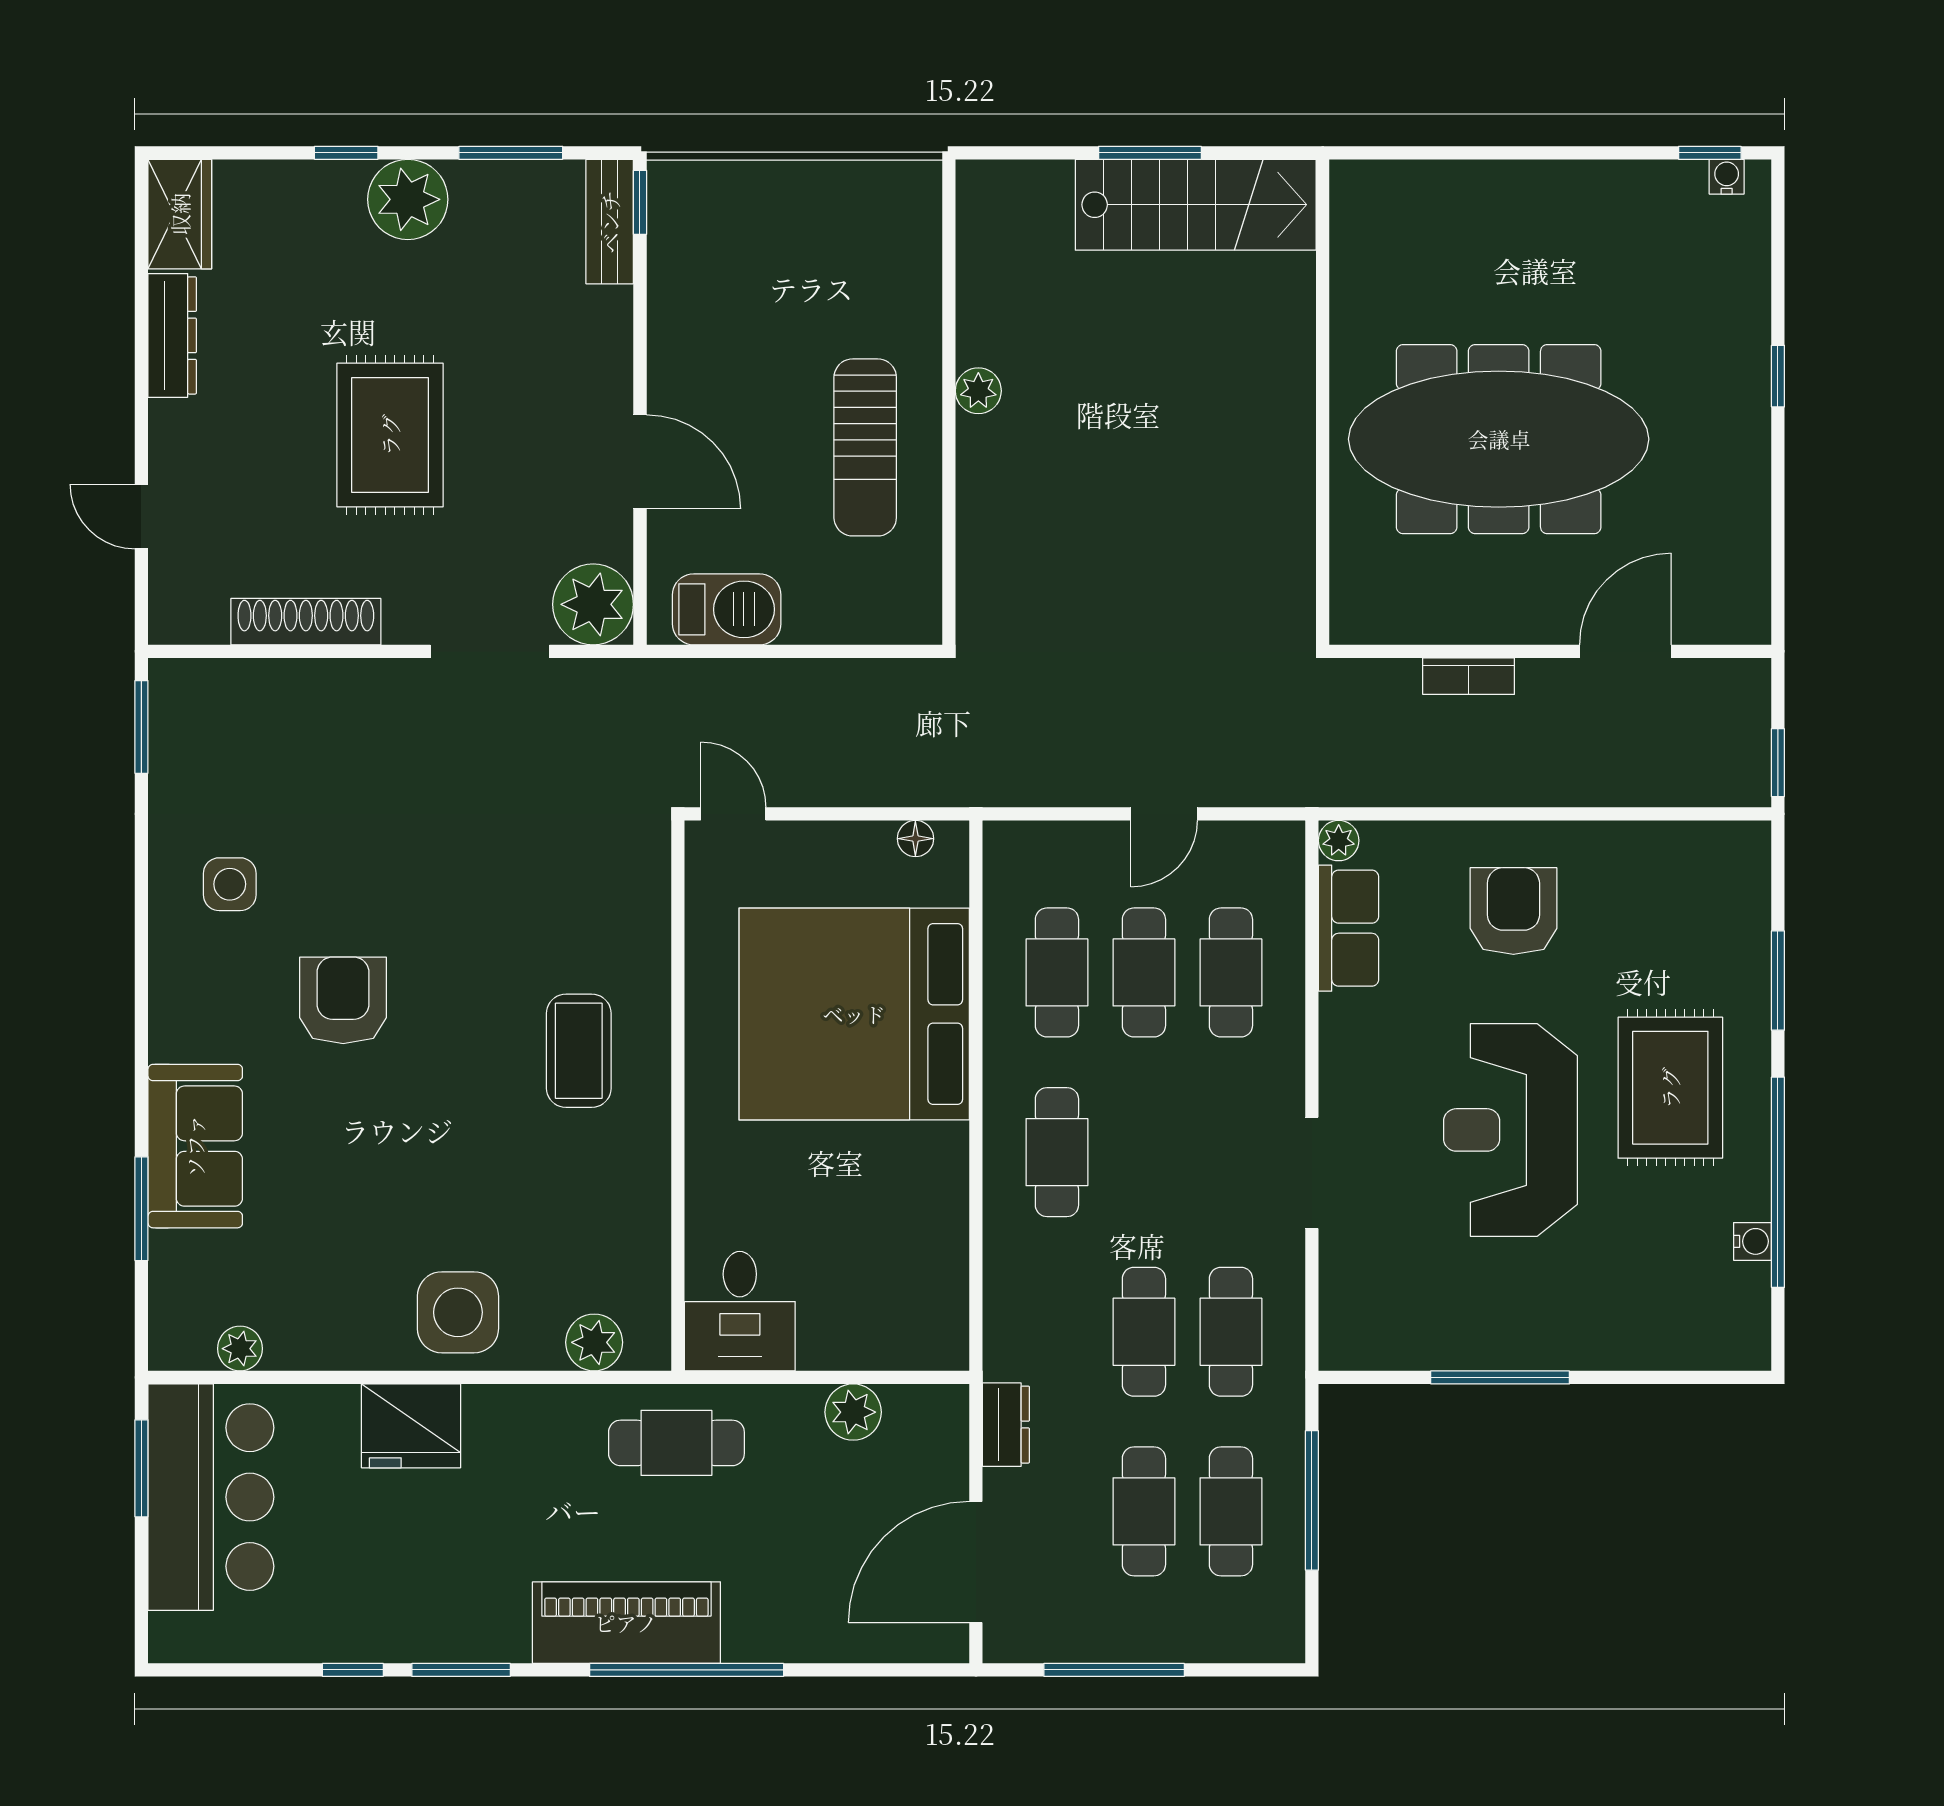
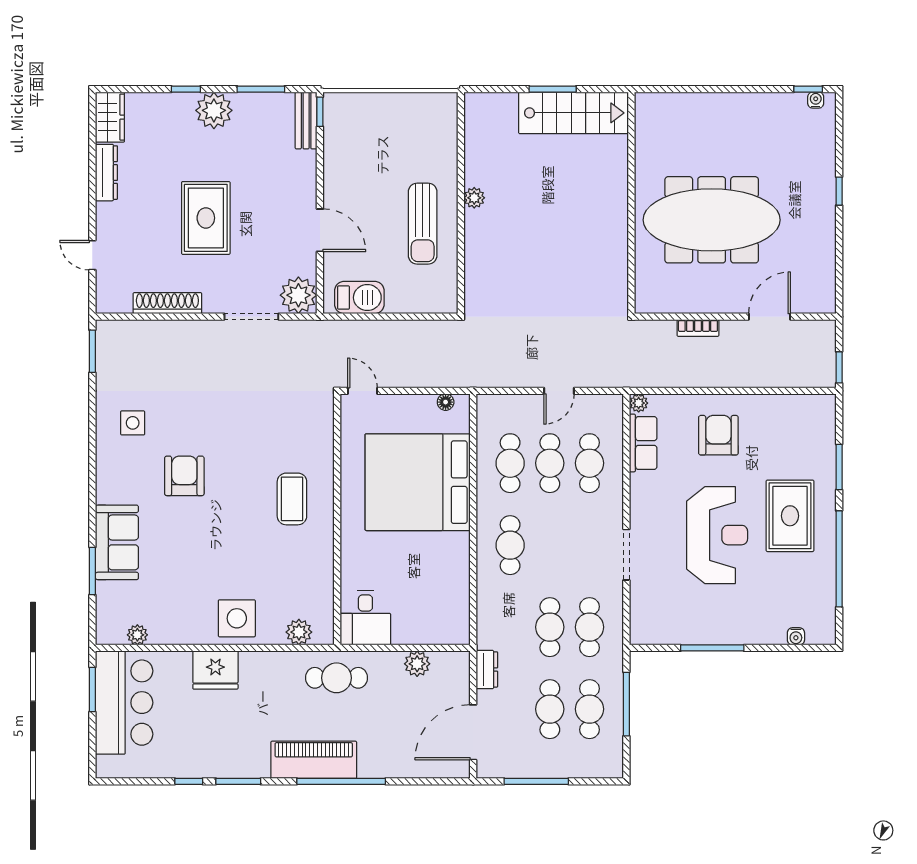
reception desk: (1510, 1130) -> (717, 535), turned 180
water cooler: (1752, 1241) -> (796, 636), moved, turned 90

